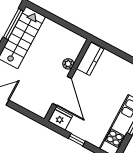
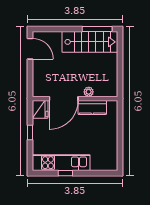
kitchen counter: (90, 59) -> (92, 108), moved

